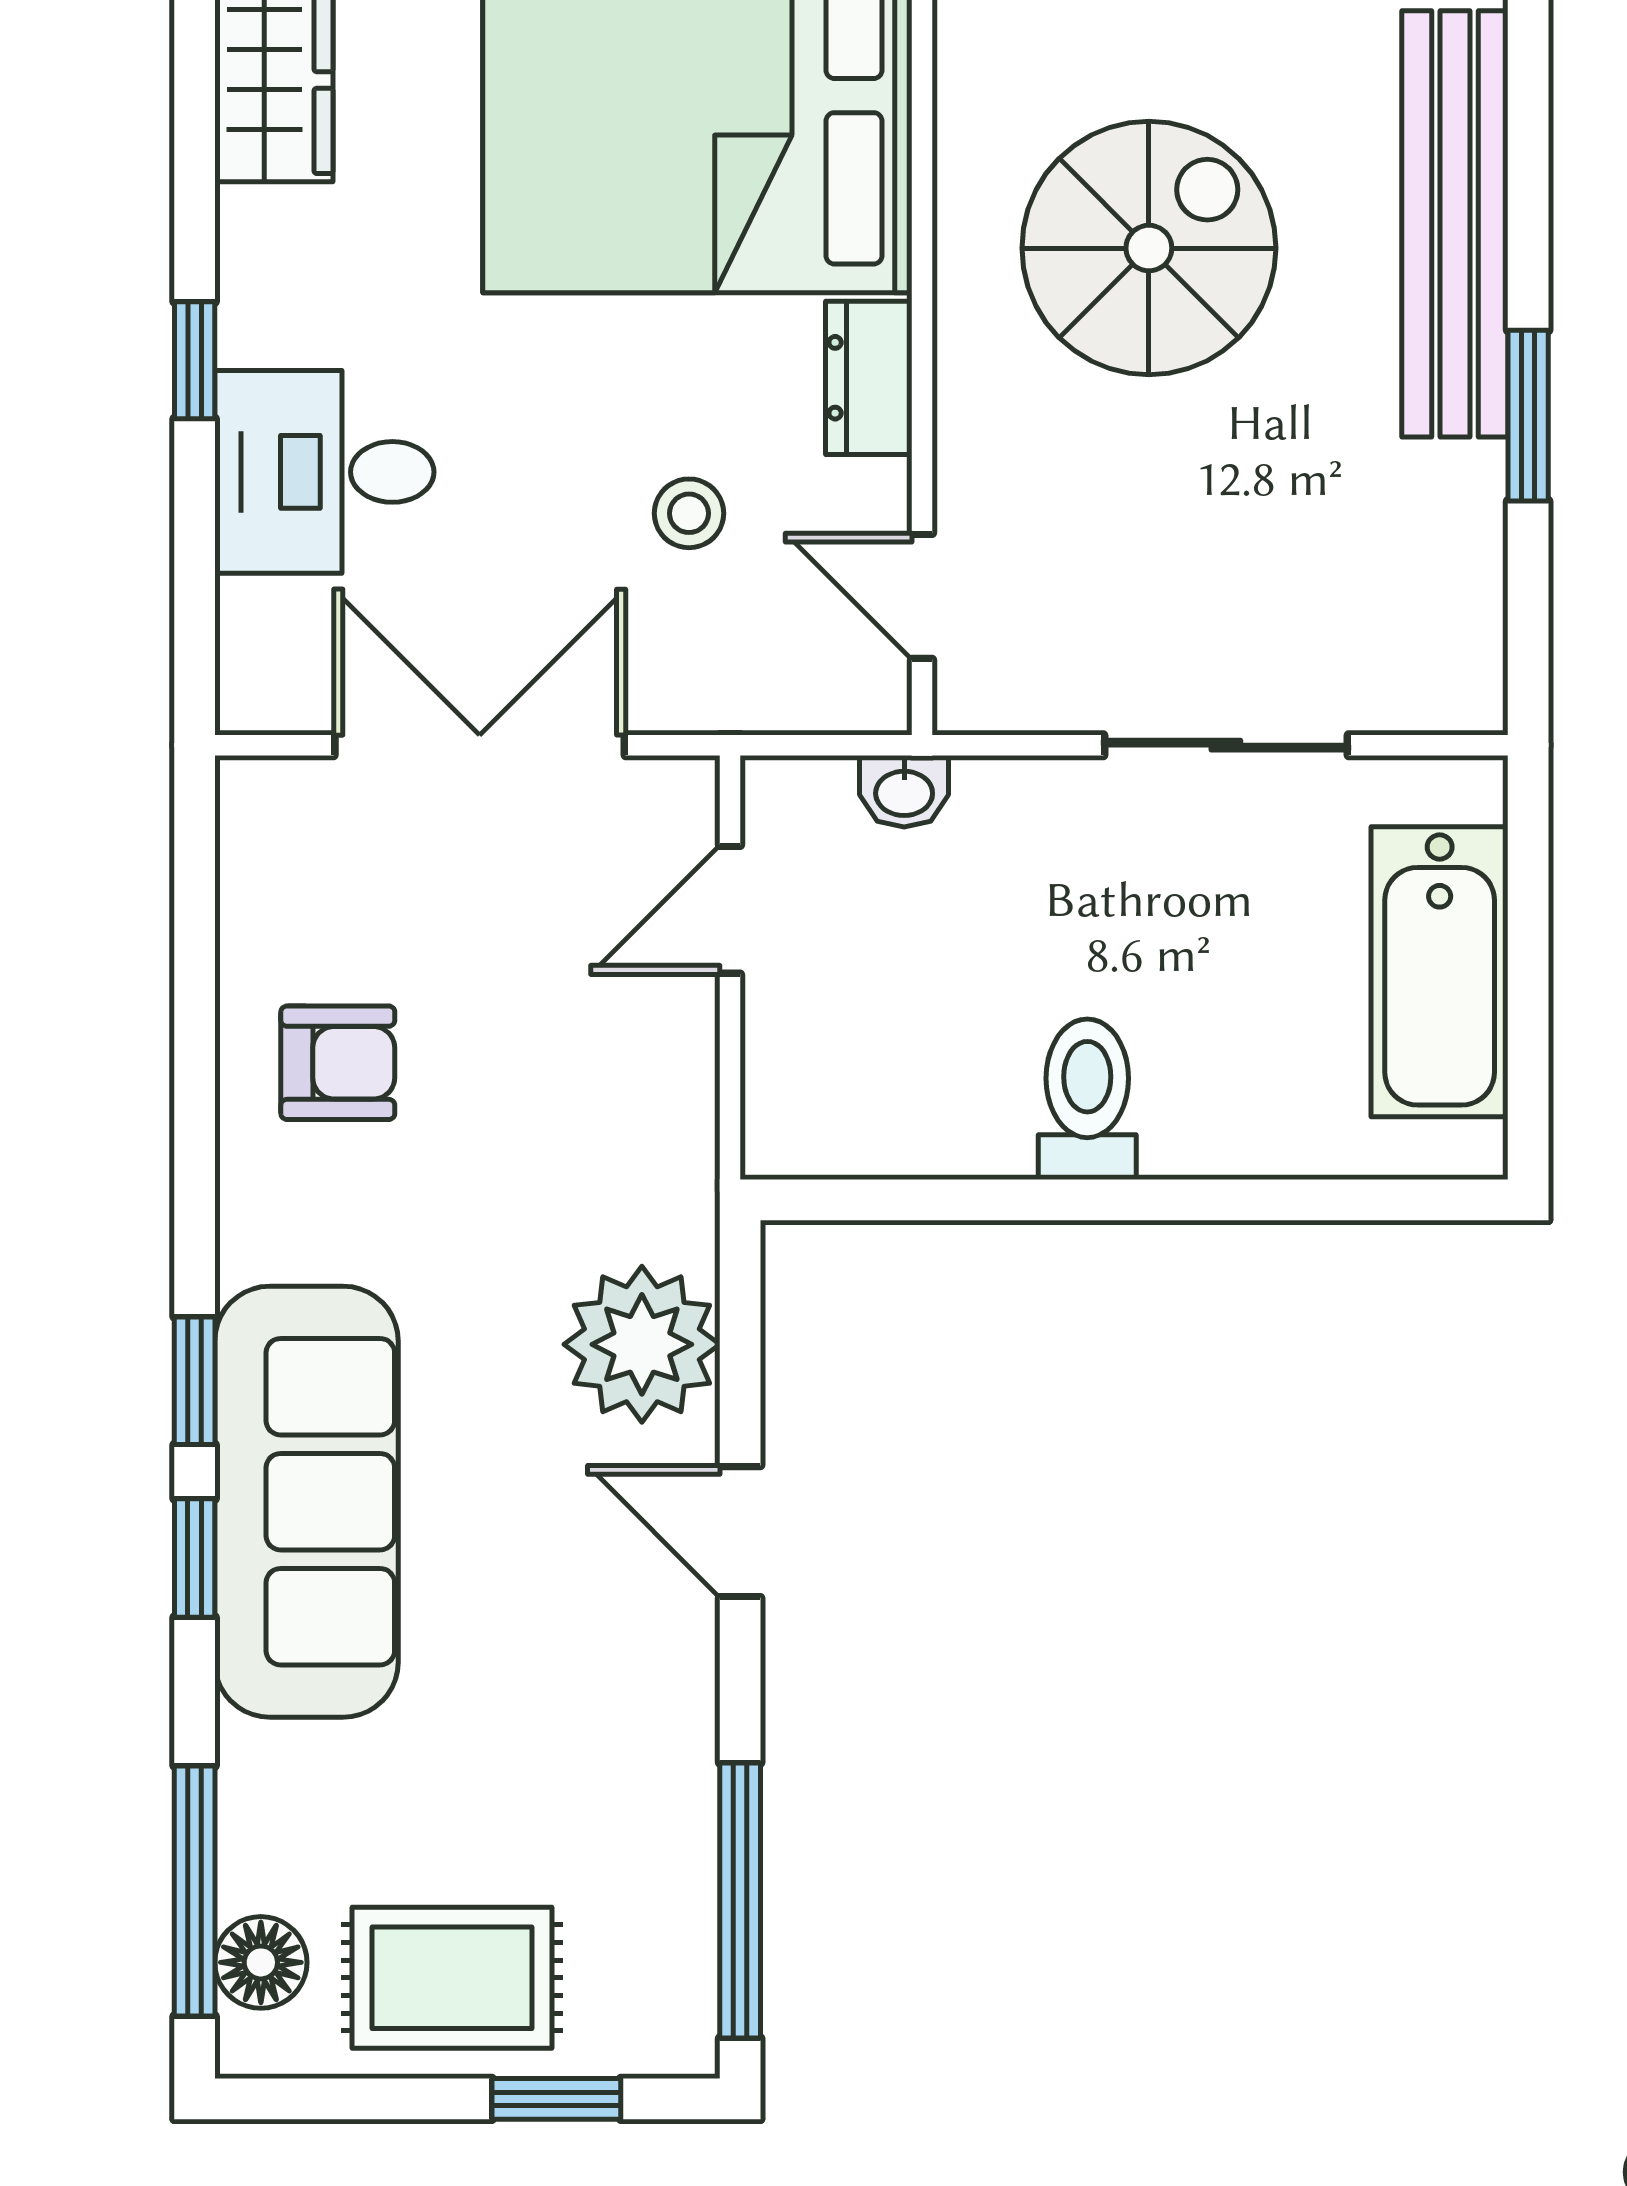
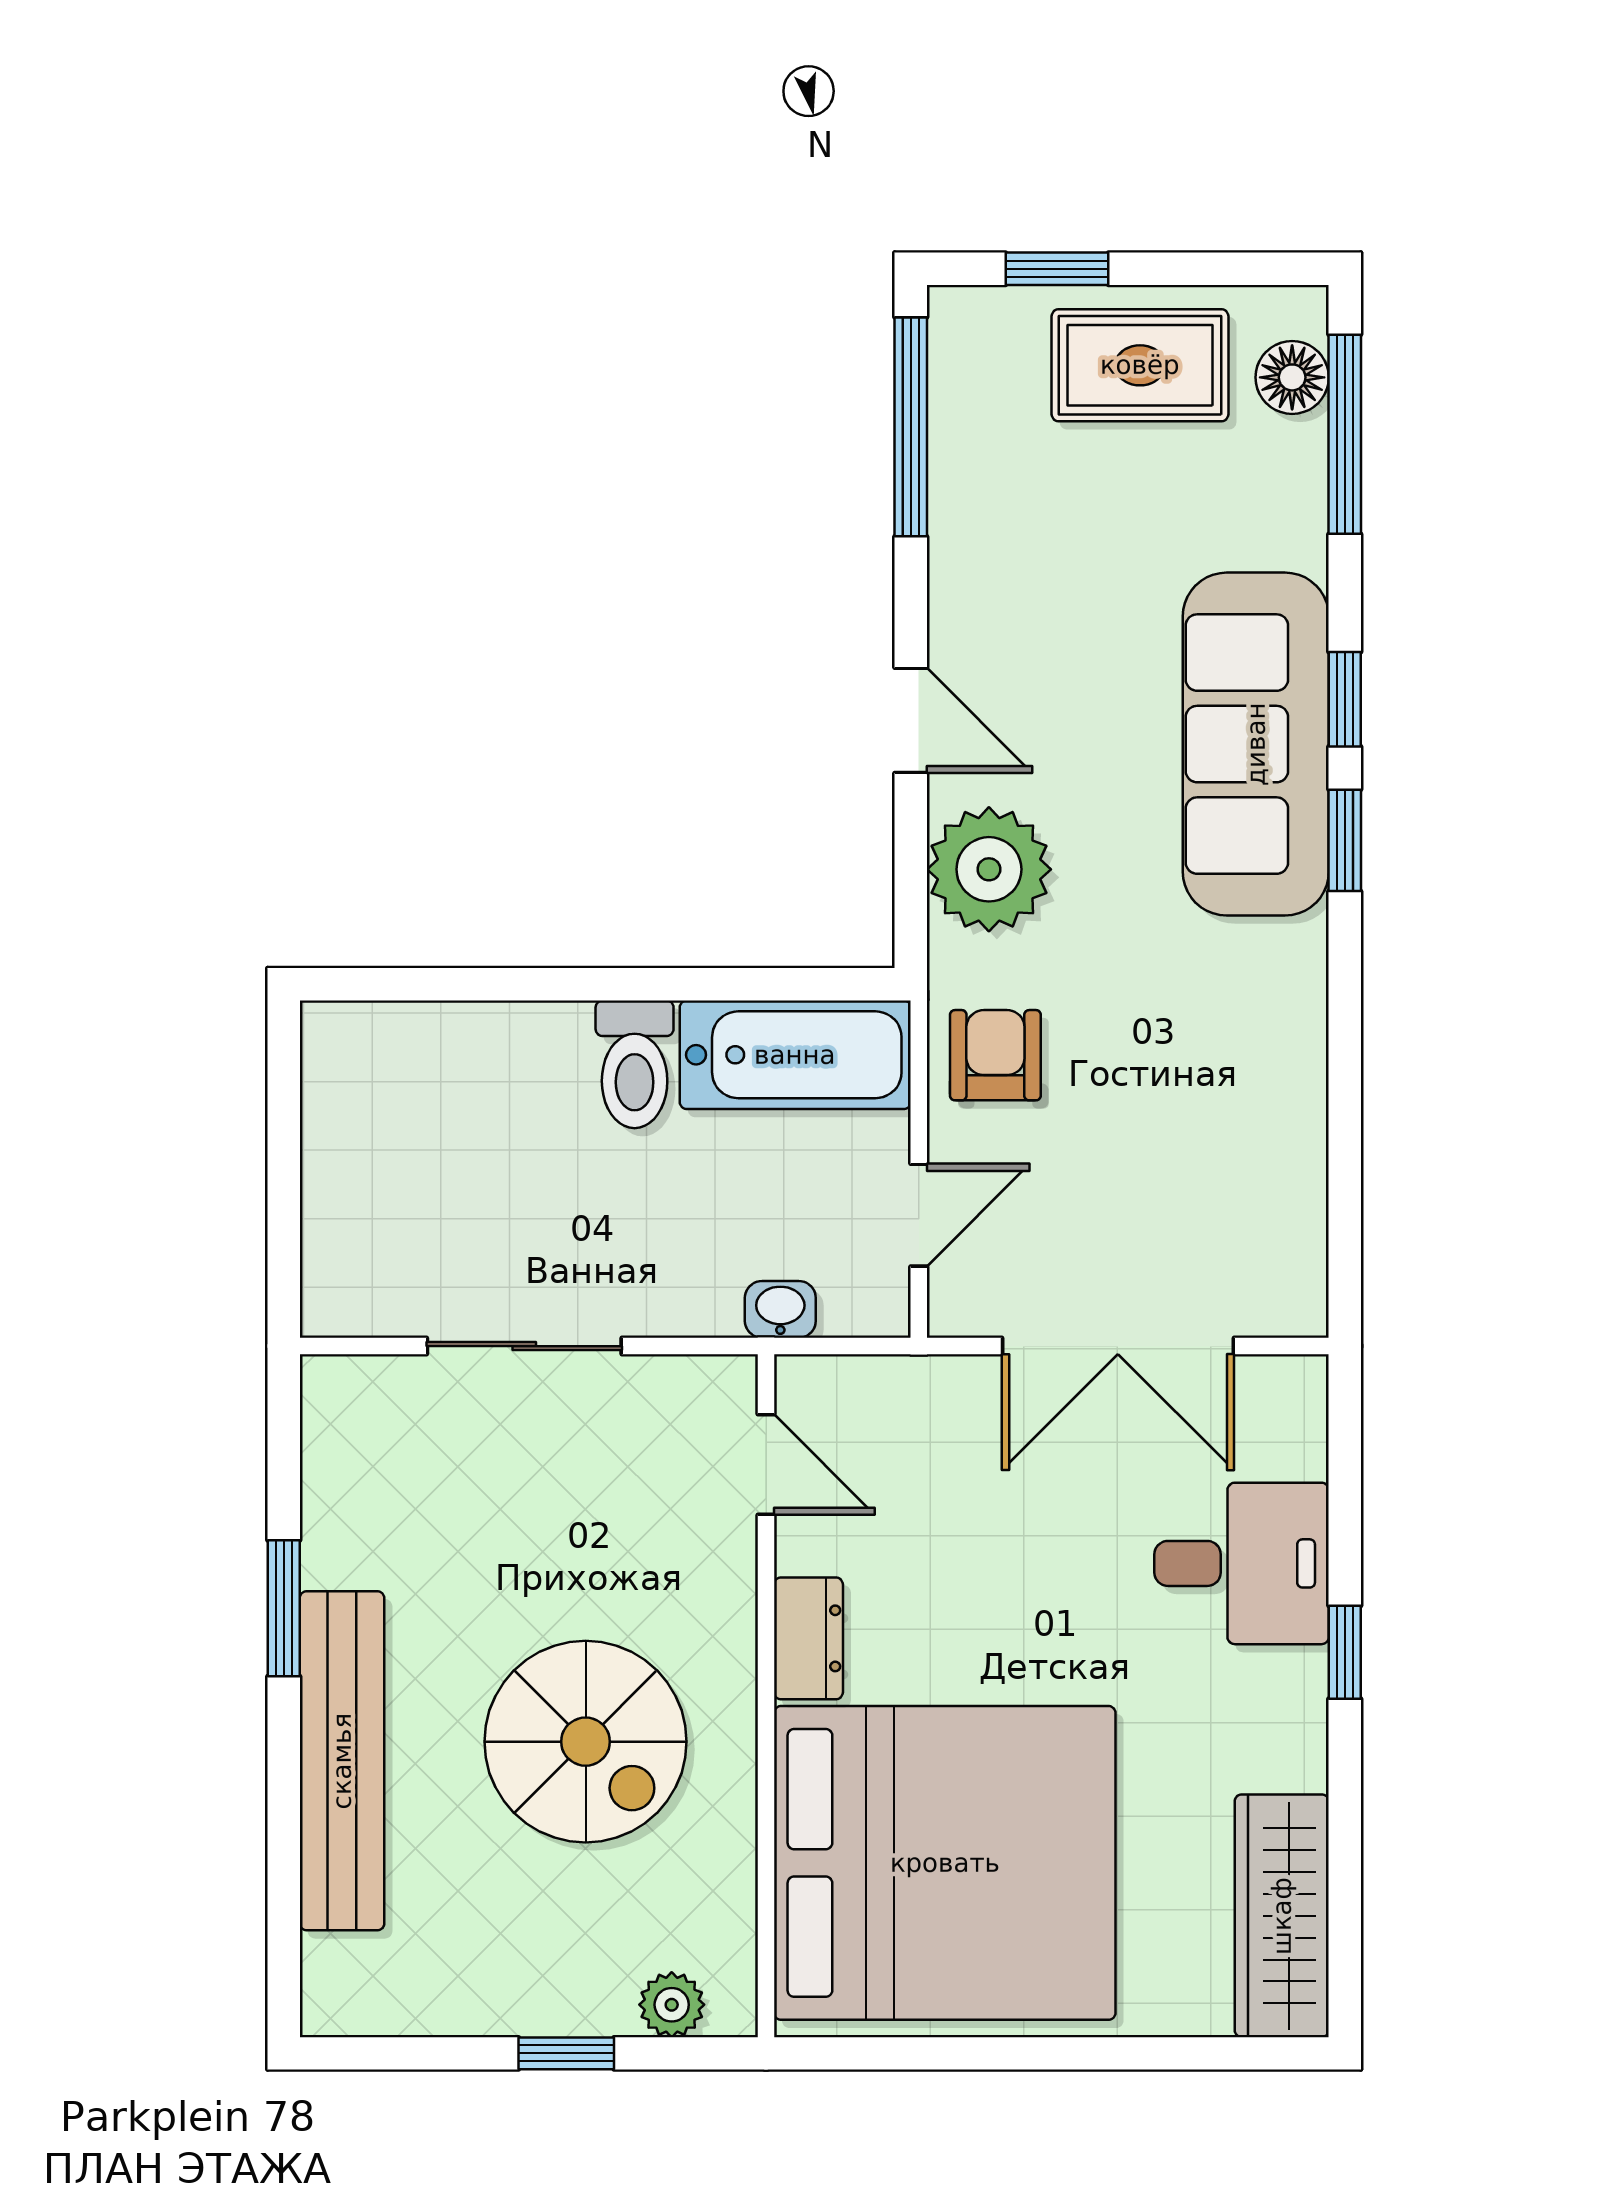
spiral stairs: (1149, 248) -> (586, 1742), turned -90
stool: (689, 513) -> (951, 1531), removed
bathtub: (1440, 972) -> (795, 1055), moved, turned 90
armchair: (338, 1063) -> (995, 1055), moved, turned 90

